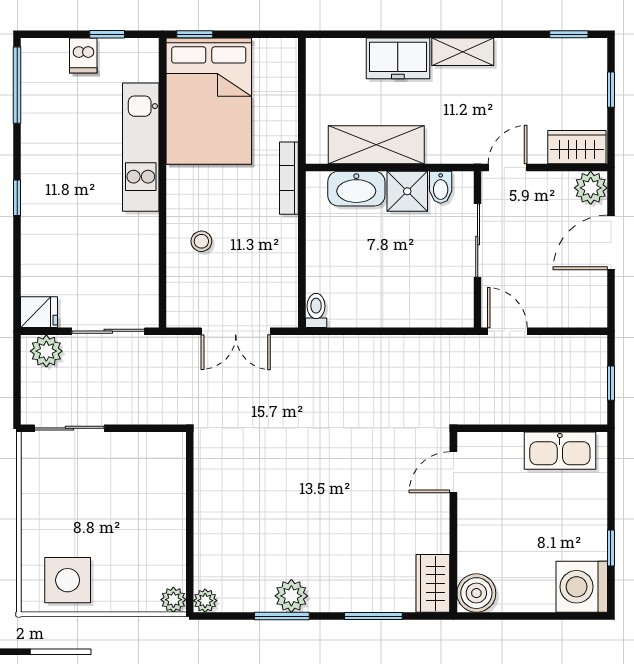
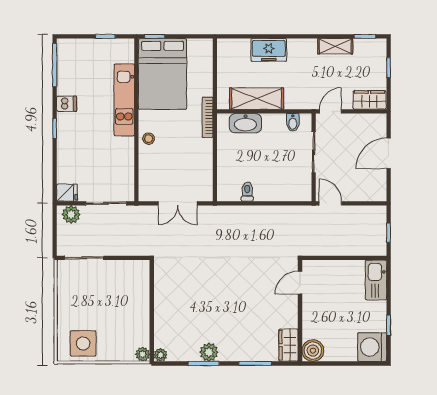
shelving: (463, 52) -> (335, 46), moved
dishwasher: (83, 56) -> (67, 104), moved, turned -90
plant: (591, 188) -> (377, 123), removed
shower: (407, 191) -> (274, 125), removed
stool: (201, 241) -> (149, 139), moved
toilet: (316, 310) -> (247, 192), moved
kitchen sink: (560, 451) -> (376, 280), moved, turned 90

